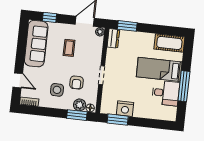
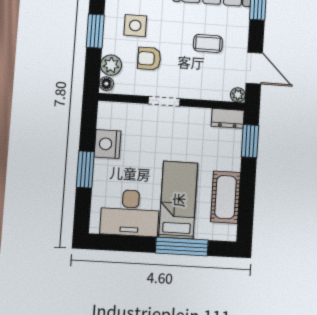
cot: (169, 43) -> (226, 197), moved
window: (184, 86) -> (182, 246), moved
desk: (166, 93) -> (130, 213), width x1.37
window: (77, 115) -> (95, 31), moved
window: (118, 120) -> (85, 169), moved

